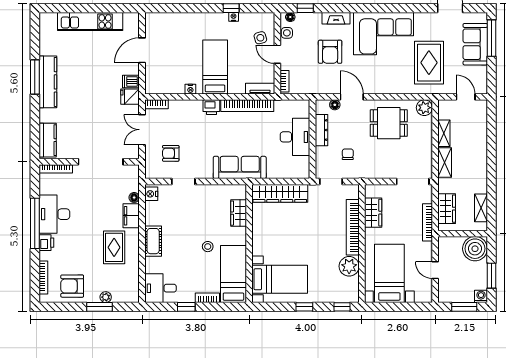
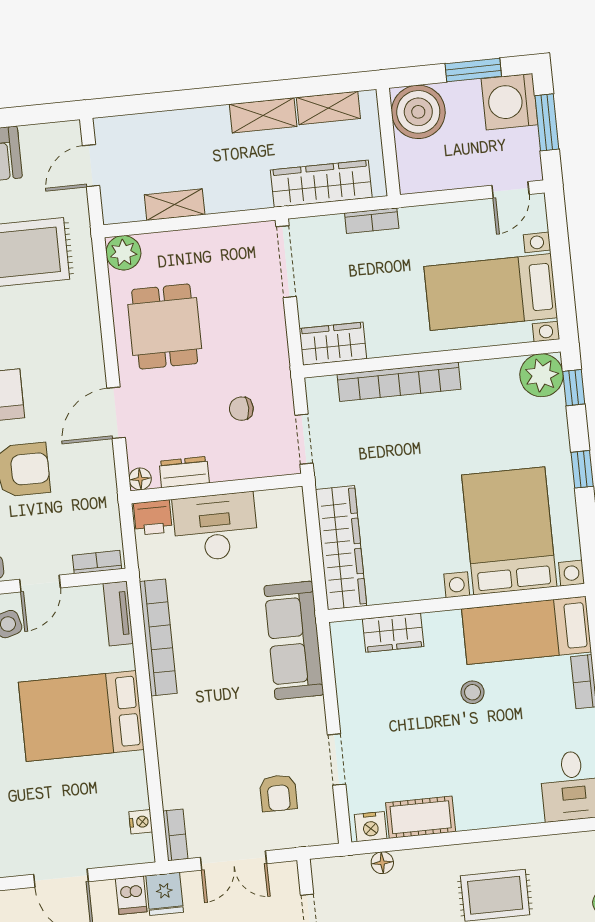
bed: (215, 67) -> (81, 716), width x1.50
nightstand: (190, 89) -> (141, 822), moved
floor lamp: (335, 105) -> (140, 479), moved
printer: (211, 107) -> (153, 518), moved, turned 90
dresser: (322, 130) -> (184, 472), width x0.70
shelving: (445, 163) -> (263, 115), moved
wardrobe: (447, 209) -> (321, 184), width x1.50
wardrobe: (373, 213) -> (333, 344), moved
filing cabinet: (131, 216) -> (423, 865), removed
bookcase: (428, 222) -> (372, 221), width x0.64
cot: (153, 241) -> (421, 817), moved
plant: (349, 266) -> (542, 375), moved
door: (435, 270) -> (510, 190), moved
bed with nightstands: (280, 279) -> (509, 531), width x1.36
washing machine: (481, 296) -> (509, 102), width x1.89, depth x1.89

